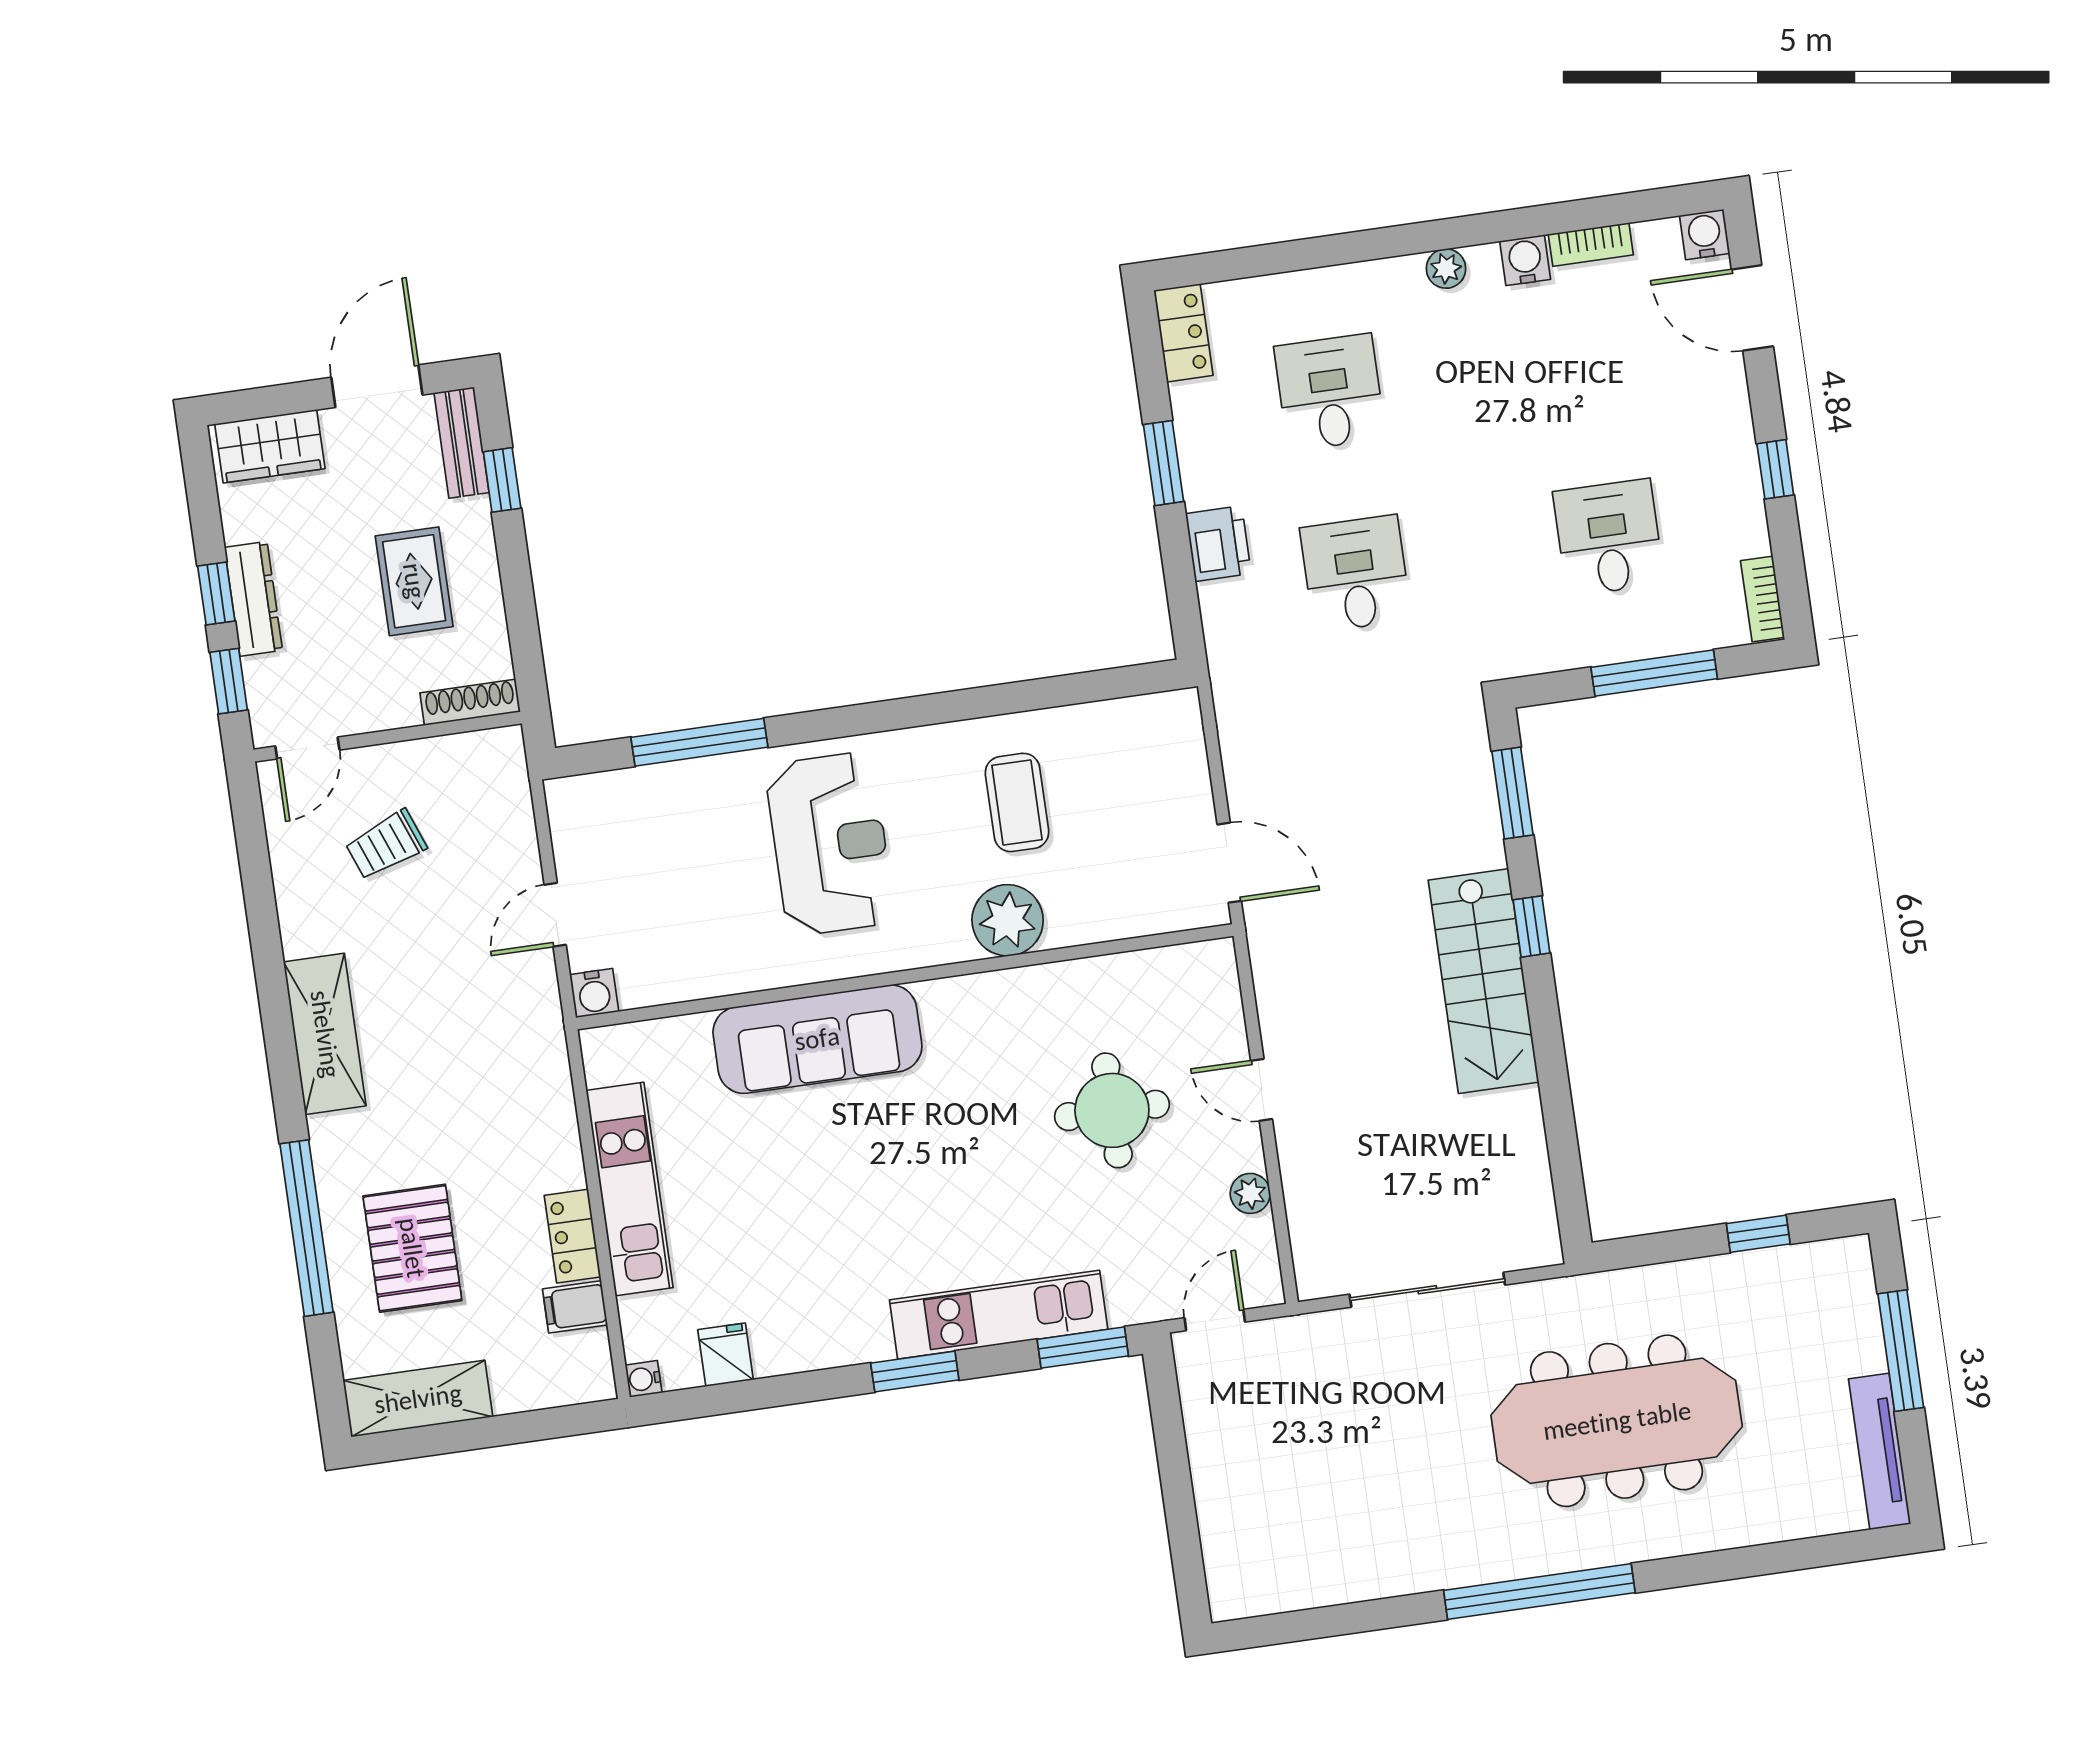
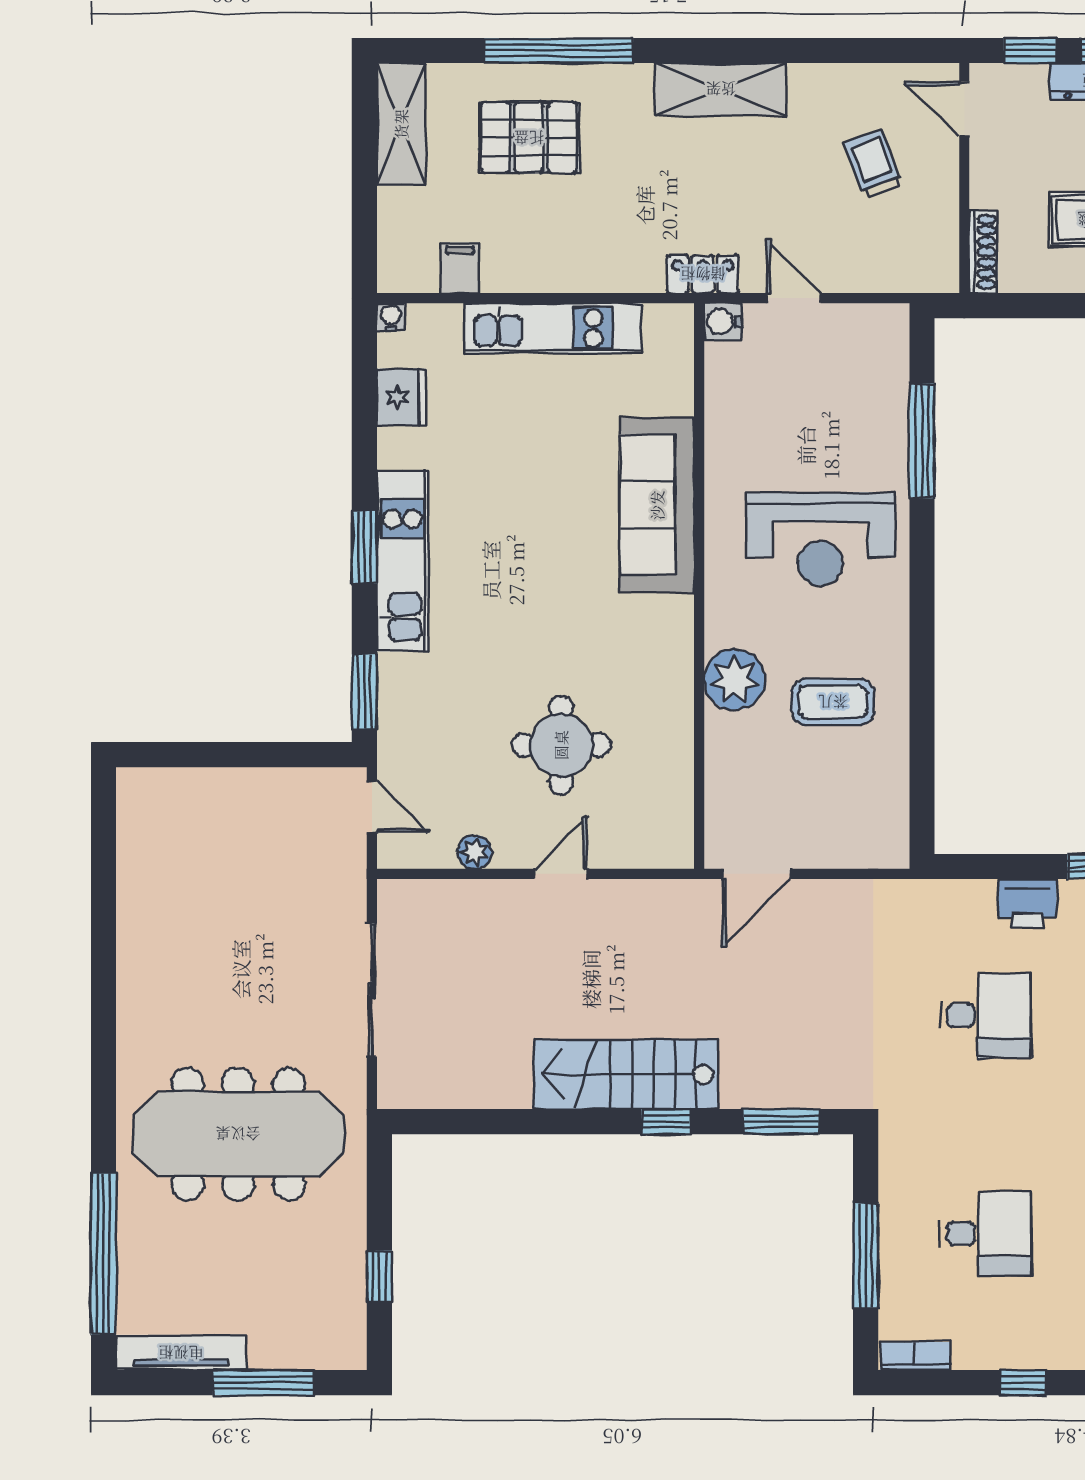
locker: (572, 1236) -> (703, 274), moved
kitchen unit: (999, 1315) -> (402, 561), moved
fridge: (726, 1355) -> (401, 397), width x1.38
meeting table: (1617, 1421) -> (238, 1134), turned 90
window: (1539, 1591) -> (103, 1253), moved

